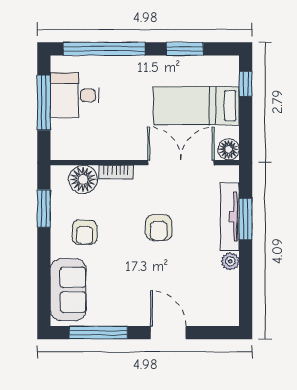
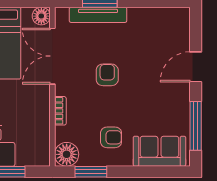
floor lamp: (83, 179) -> (67, 154), moved
armchair: (159, 228) -> (107, 75), turned -90
plant: (230, 261) -> (136, 14), removed

